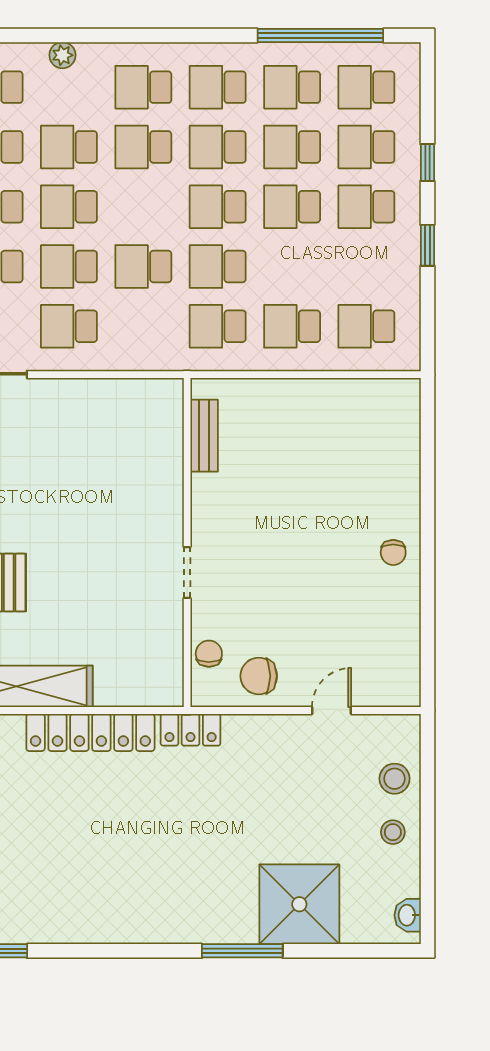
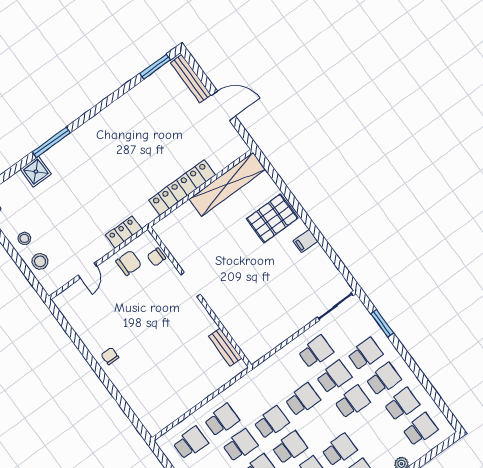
school desk: (69, 147) -> (371, 427), removed
school desk: (218, 326) -> (240, 445), moved
chair: (209, 654) -> (156, 257), turned 90
locker: (191, 730) -> (124, 232), moved
shower: (299, 904) -> (36, 172), width x0.54, depth x0.54

